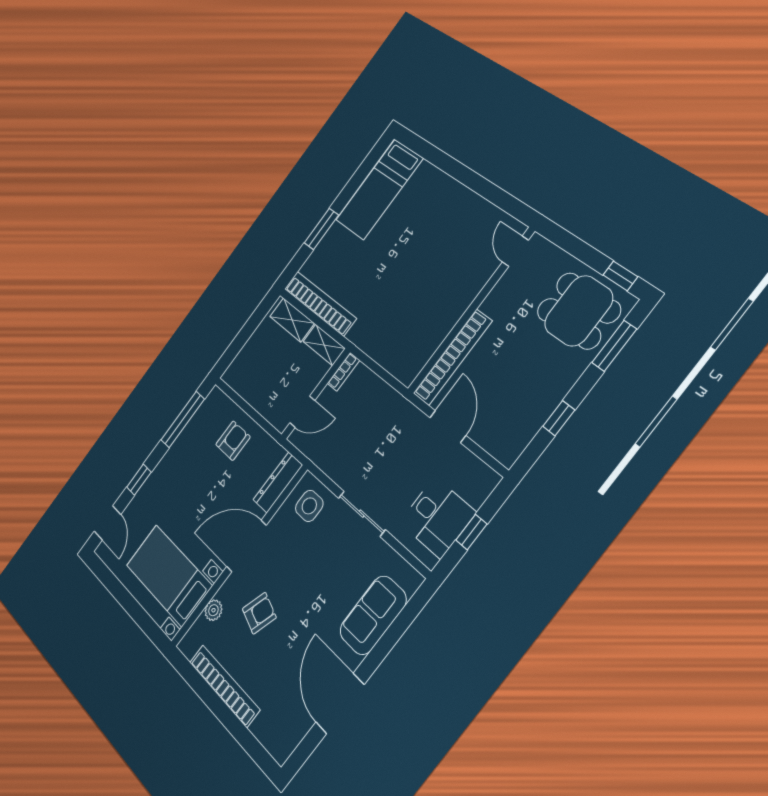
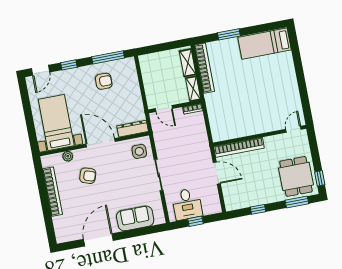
door: (448, 427) -> (217, 173), hinge flipped
armchair: (233, 441) -> (104, 81), moved

